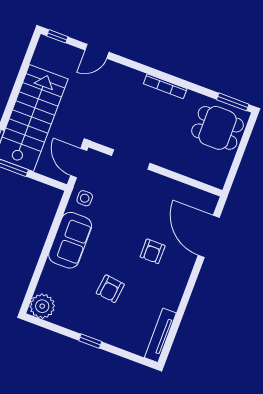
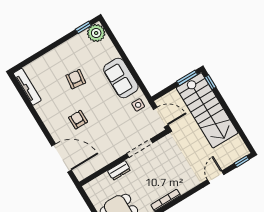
dresser: (173, 163) -> (119, 170), added
window: (90, 341) -> (83, 27), moved

